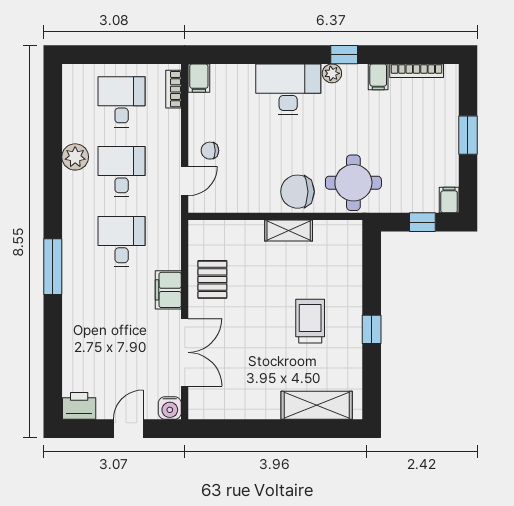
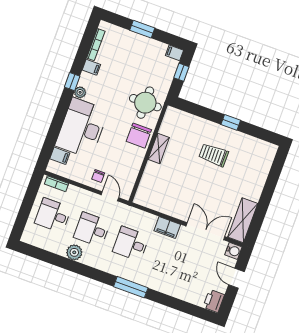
filing cabinet: (199, 78) -> (60, 156), moved
desk: (288, 89) -> (82, 128), width x1.36, depth x1.30
pallet: (212, 279) -> (171, 201), removed
shelving: (317, 405) -> (243, 220), moved

